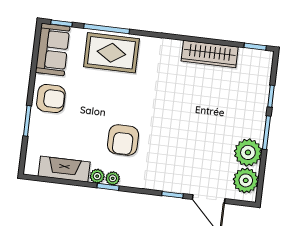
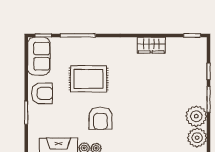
rug: (111, 53) -> (89, 79), moved
wardrobe: (210, 54) -> (151, 45), width x0.67

